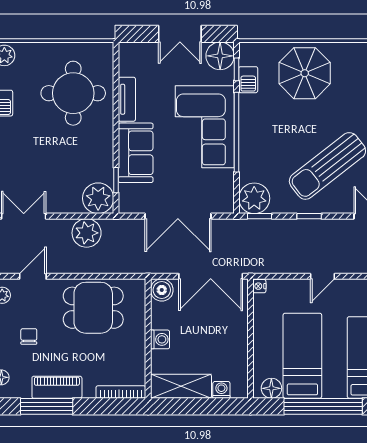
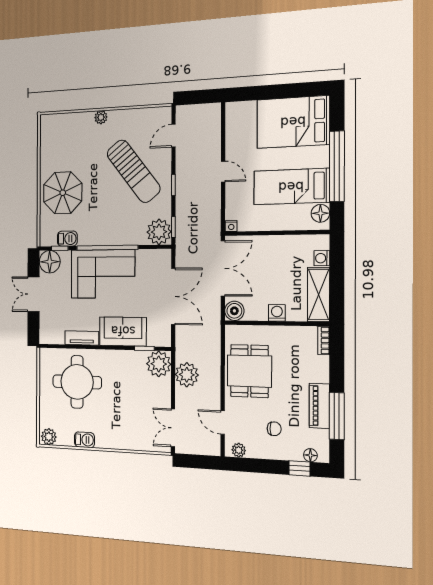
double door: (180, 34) -> (33, 294), swing flipped
chair: (29, 336) -> (274, 429), turned 180
bookcase: (121, 392) -> (324, 340), width x0.64

